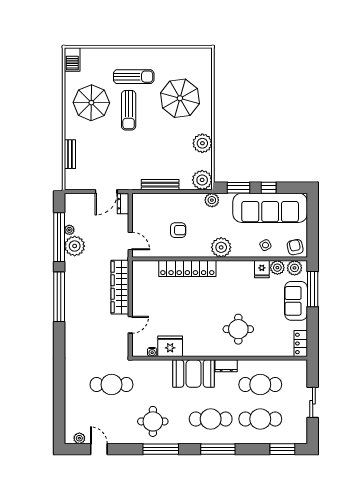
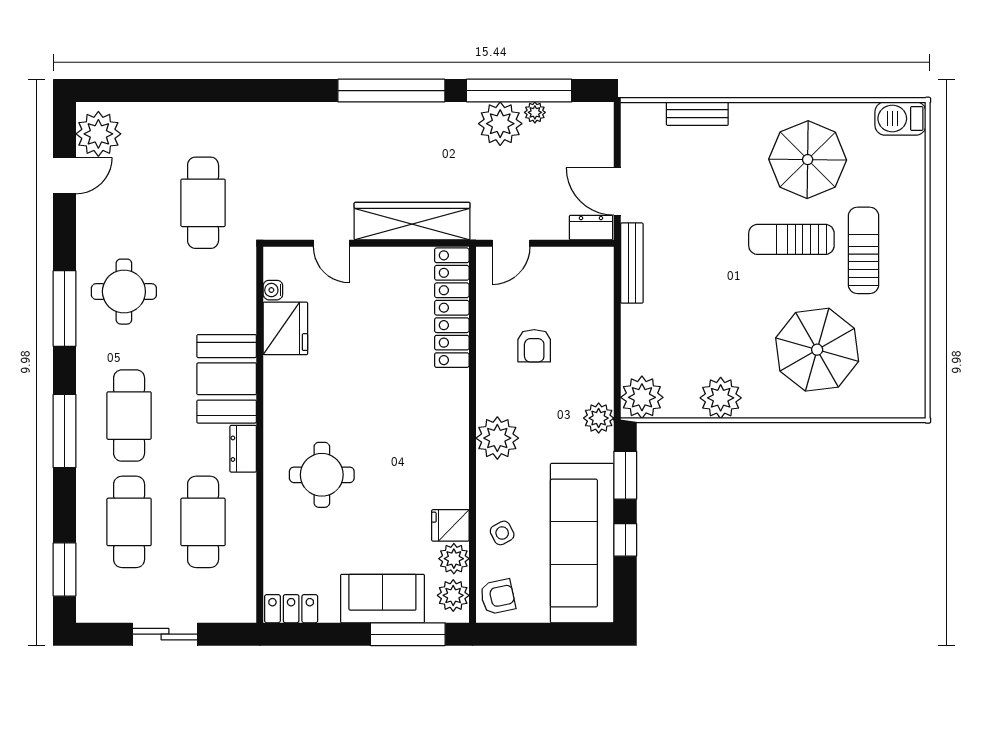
sun lounger: (134, 77) -> (864, 250), turned 180
bench: (160, 185) -> (632, 263), moved
locker: (187, 269) -> (452, 308), moved
plant: (79, 438) -> (98, 134), width x1.88, depth x1.88

